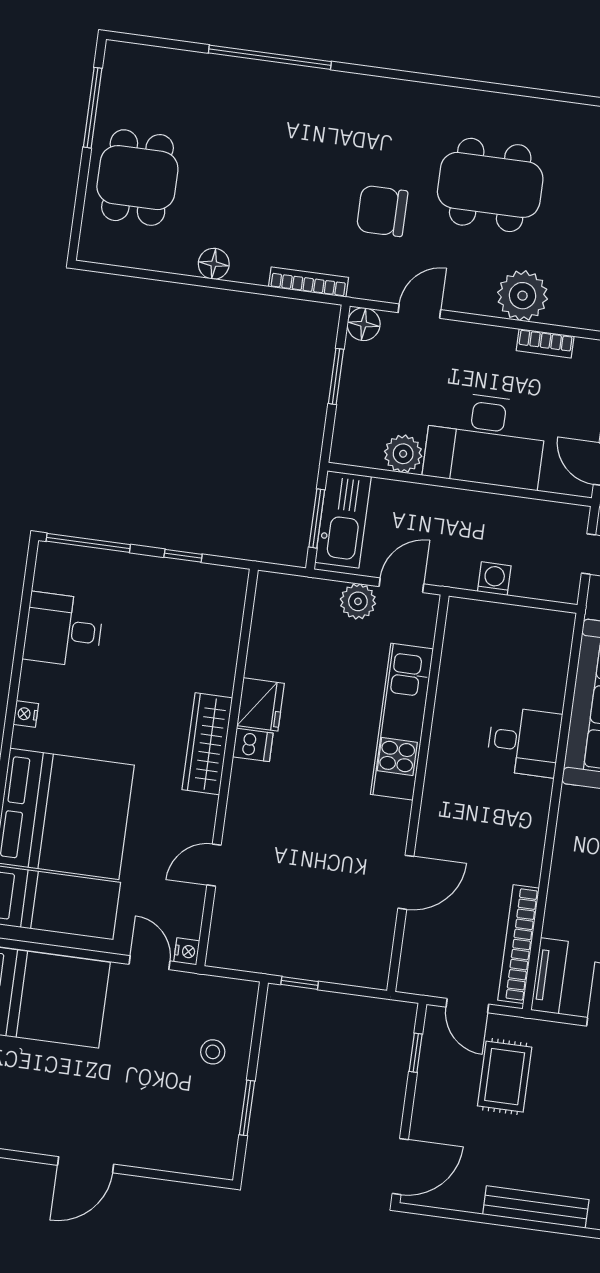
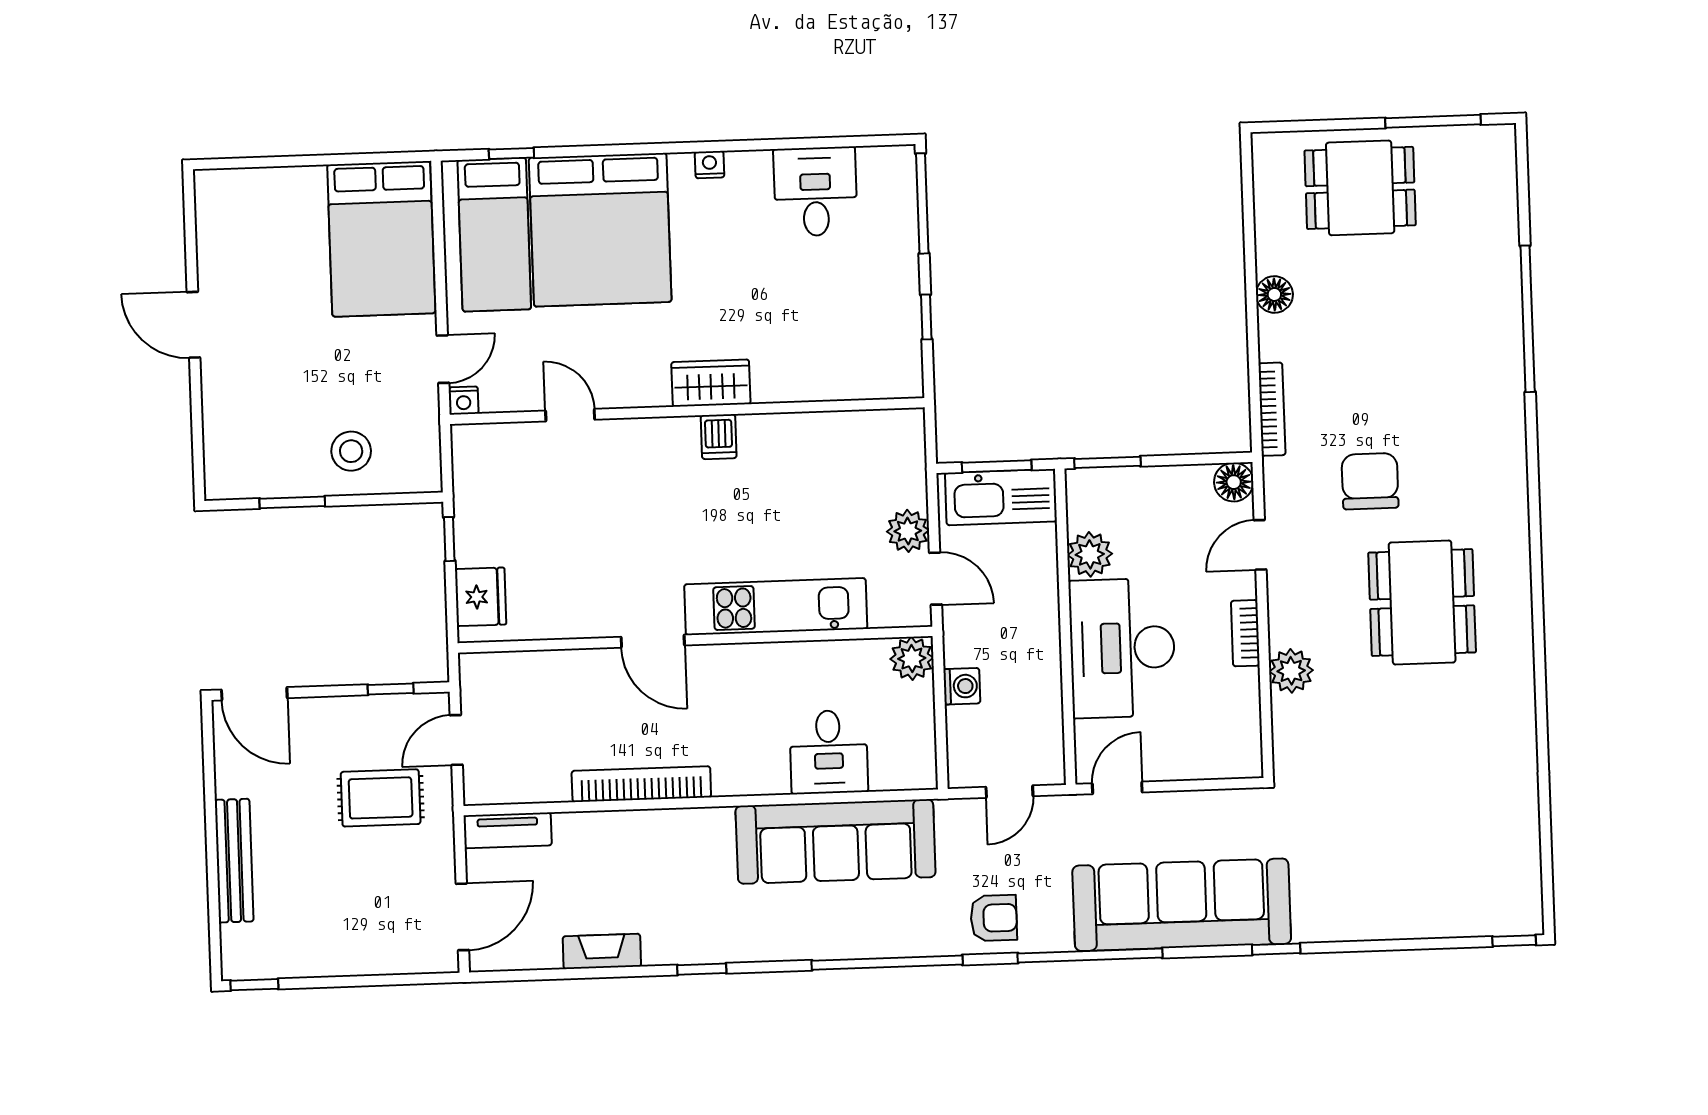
plant: (523, 296) -> (1291, 671), width x0.73, depth x0.73
door: (419, 311) -> (1260, 545), swing flipped
bookcase: (545, 343) -> (1245, 633), moved
window: (336, 376) -> (1107, 462), moved
plant: (464, 616) -> (912, 658), added
fridge: (261, 704) -> (481, 597), moved, turned -90
desk: (524, 742) -> (829, 752), moved
wardrobe: (207, 744) -> (711, 383), width x0.67
door: (406, 882) -> (653, 641), moved
bookcase: (518, 944) -> (641, 784), moved
stool: (213, 1052) -> (351, 451), width x1.37, depth x1.37

